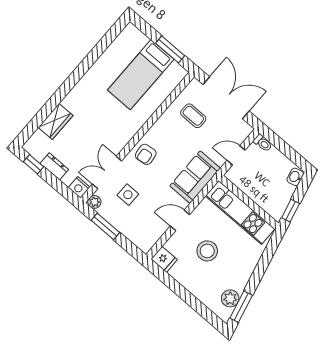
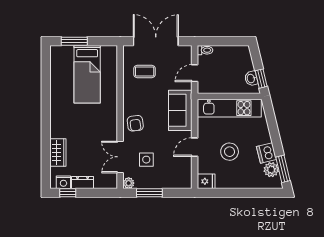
window: (170, 49) -> (74, 41), moved
washbasin: (295, 177) -> (251, 78), moved
nightstand: (79, 187) -> (63, 182), moved
dishwasher: (239, 280) -> (266, 153), added

